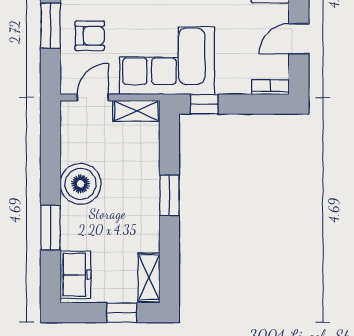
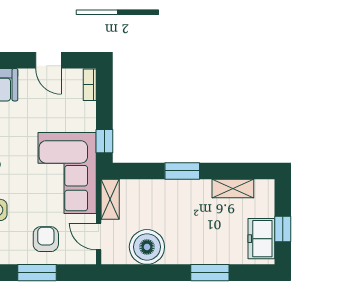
boiler: (81, 184) -> (147, 247), moved
freezer: (76, 275) -> (261, 239), moved, turned -90
shelving: (149, 277) -> (233, 188), moved
window: (122, 313) -> (283, 229), moved

